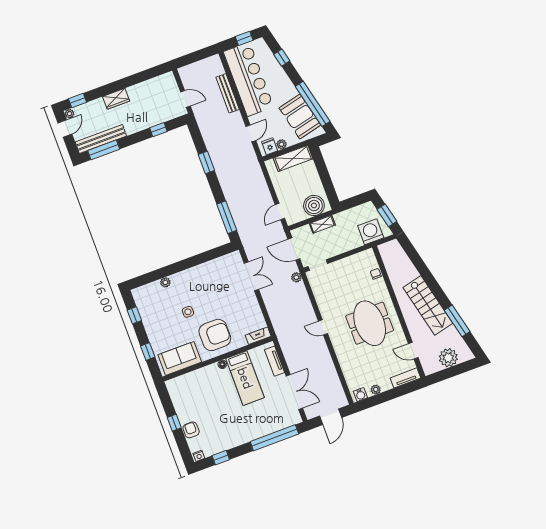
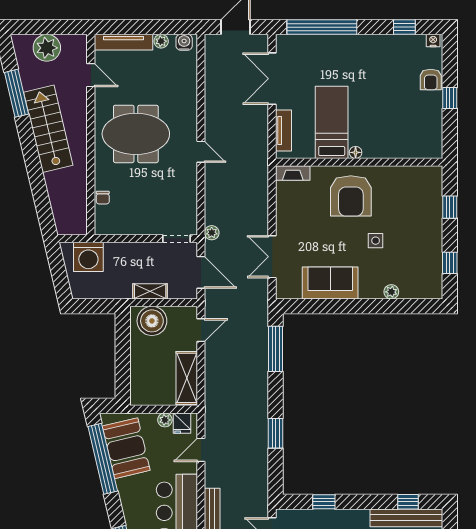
window: (104, 150) -> (408, 502), width x0.46
shelving: (293, 158) -> (187, 378), moved, turned 90
window: (387, 215) -> (58, 271), removed
meeting table: (370, 323) -> (136, 134), turned 90
armchair: (215, 335) -> (351, 196), turned -90
sofa: (180, 358) -> (330, 283), moved, turned 180
tv unit: (405, 378) -> (123, 42), width x1.41

